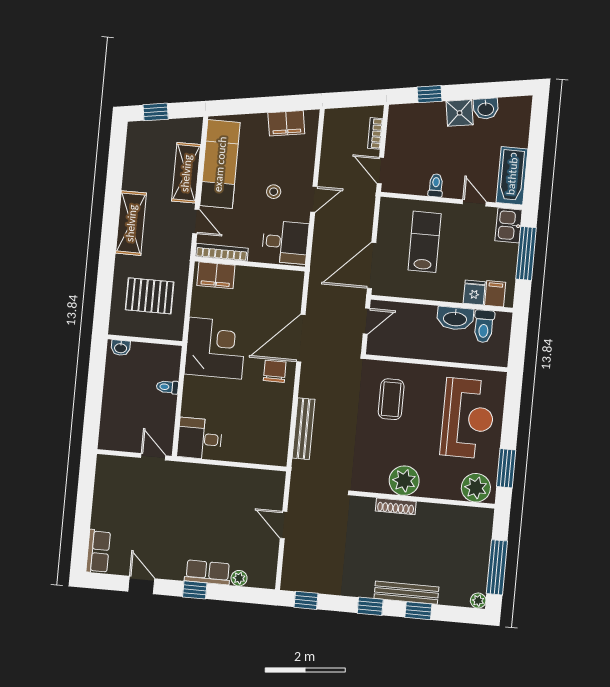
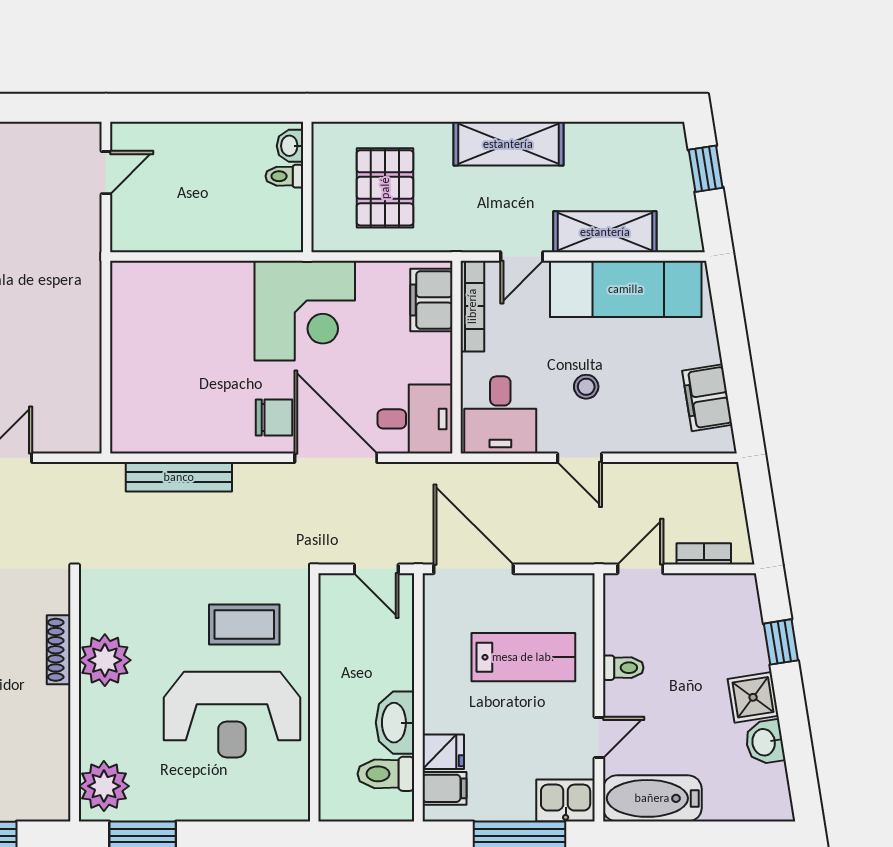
toilet: (167, 387) -> (284, 176), moved, turned -90
reception desk: (468, 418) -> (232, 715), moved
desk: (200, 439) -> (415, 419), moved, turned 90
door: (153, 457) -> (106, 173), moved

